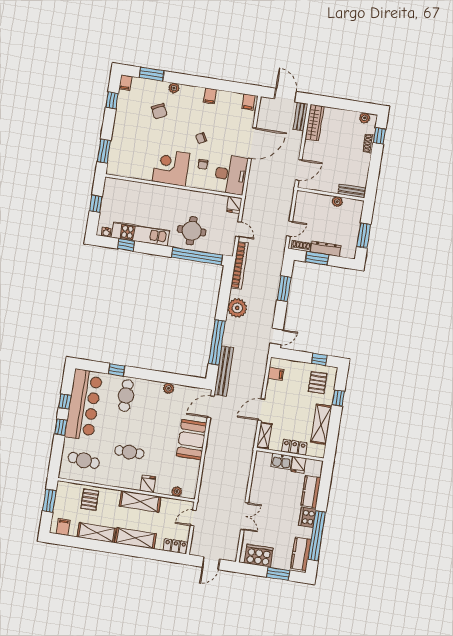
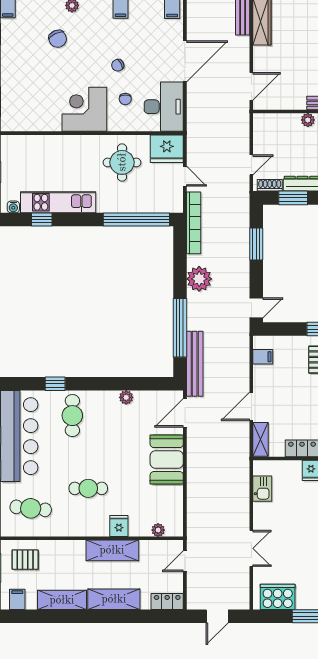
fridge: (234, 205) -> (167, 149), width x1.88, depth x1.34
round table: (192, 231) -> (122, 162), moved
kitchen sink: (282, 461) -> (262, 489), moved, turned -90
pallet: (90, 500) -> (25, 560), moved, turned 90

